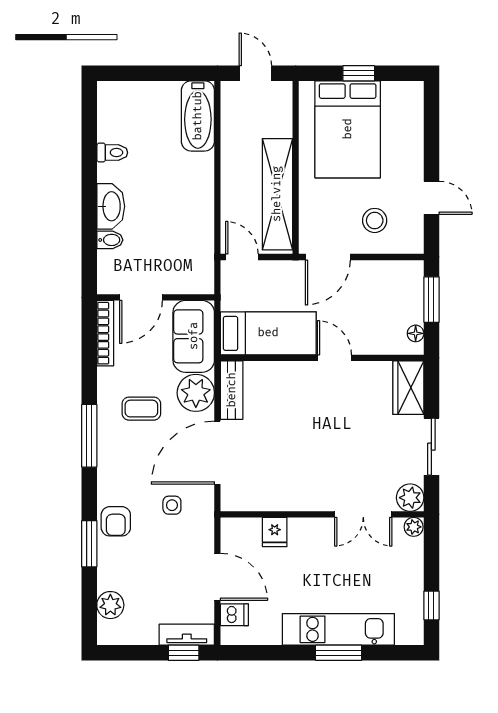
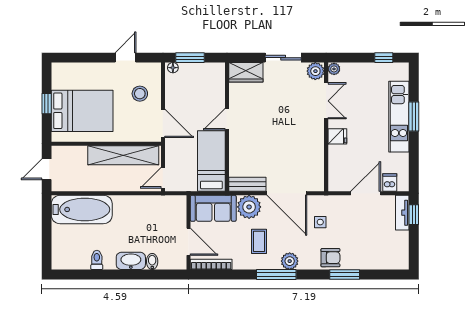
bathtub: (198, 116) -> (82, 209), width x1.36, depth x1.36
floor lamp: (416, 333) -> (173, 68), moved
fridge: (275, 532) -> (337, 136), moved
plant: (110, 605) -> (290, 261), moved

